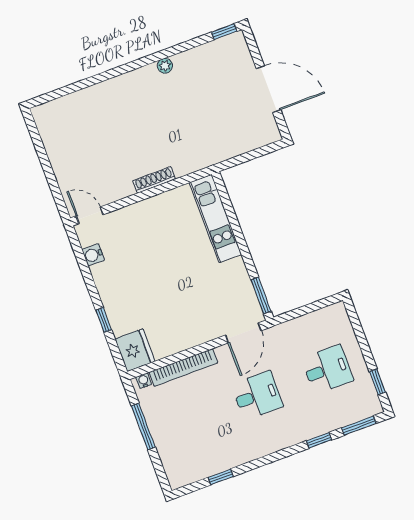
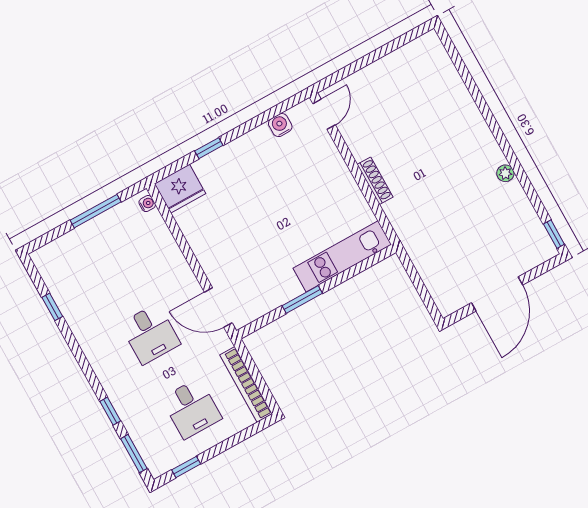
window: (261, 295) -> (302, 299), moved
bookcase: (183, 368) -> (246, 384), moved

